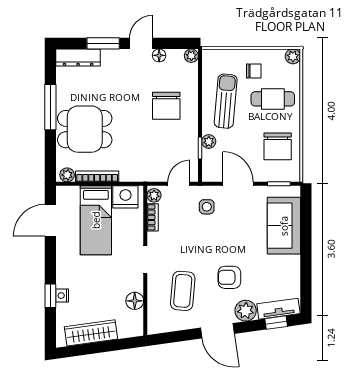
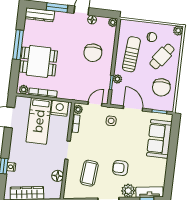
cafe table: (273, 99) -> (162, 56), turned -54

